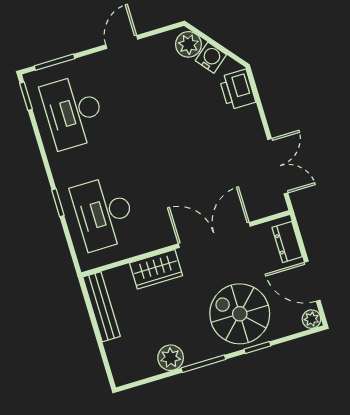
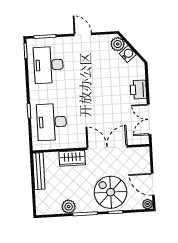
door: (122, 42) -> (83, 34), hinge flipped
printer: (237, 90) -> (138, 90), moved
double door: (278, 166) -> (149, 119), swing flipped
dresser: (287, 242) -> (145, 160), removed

